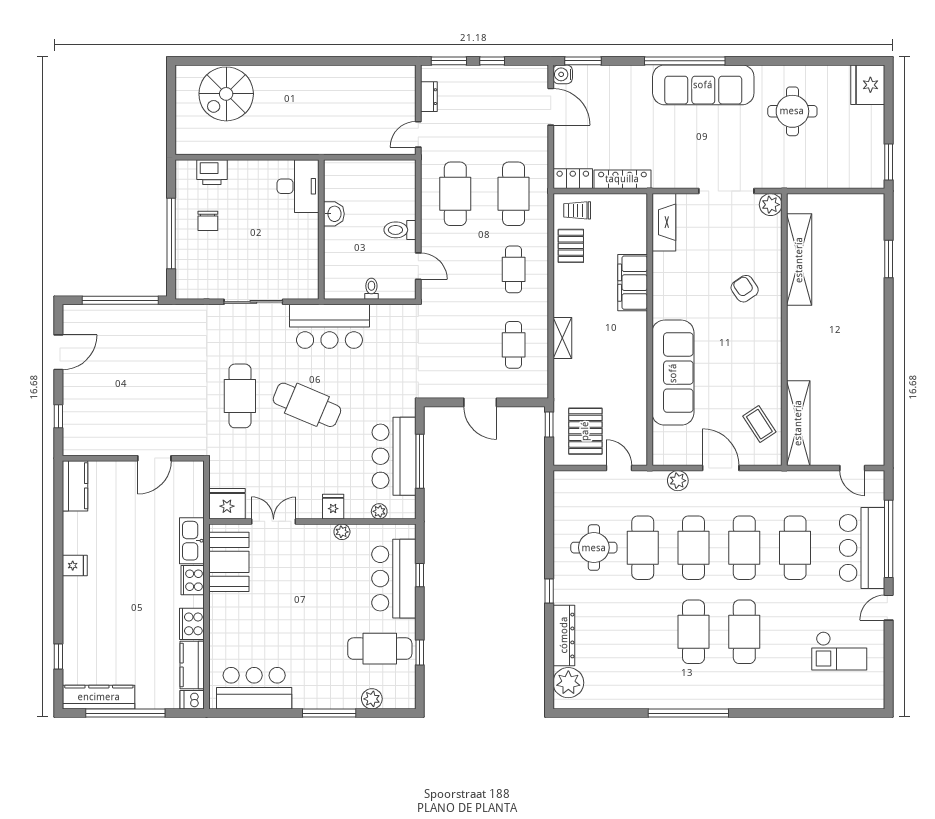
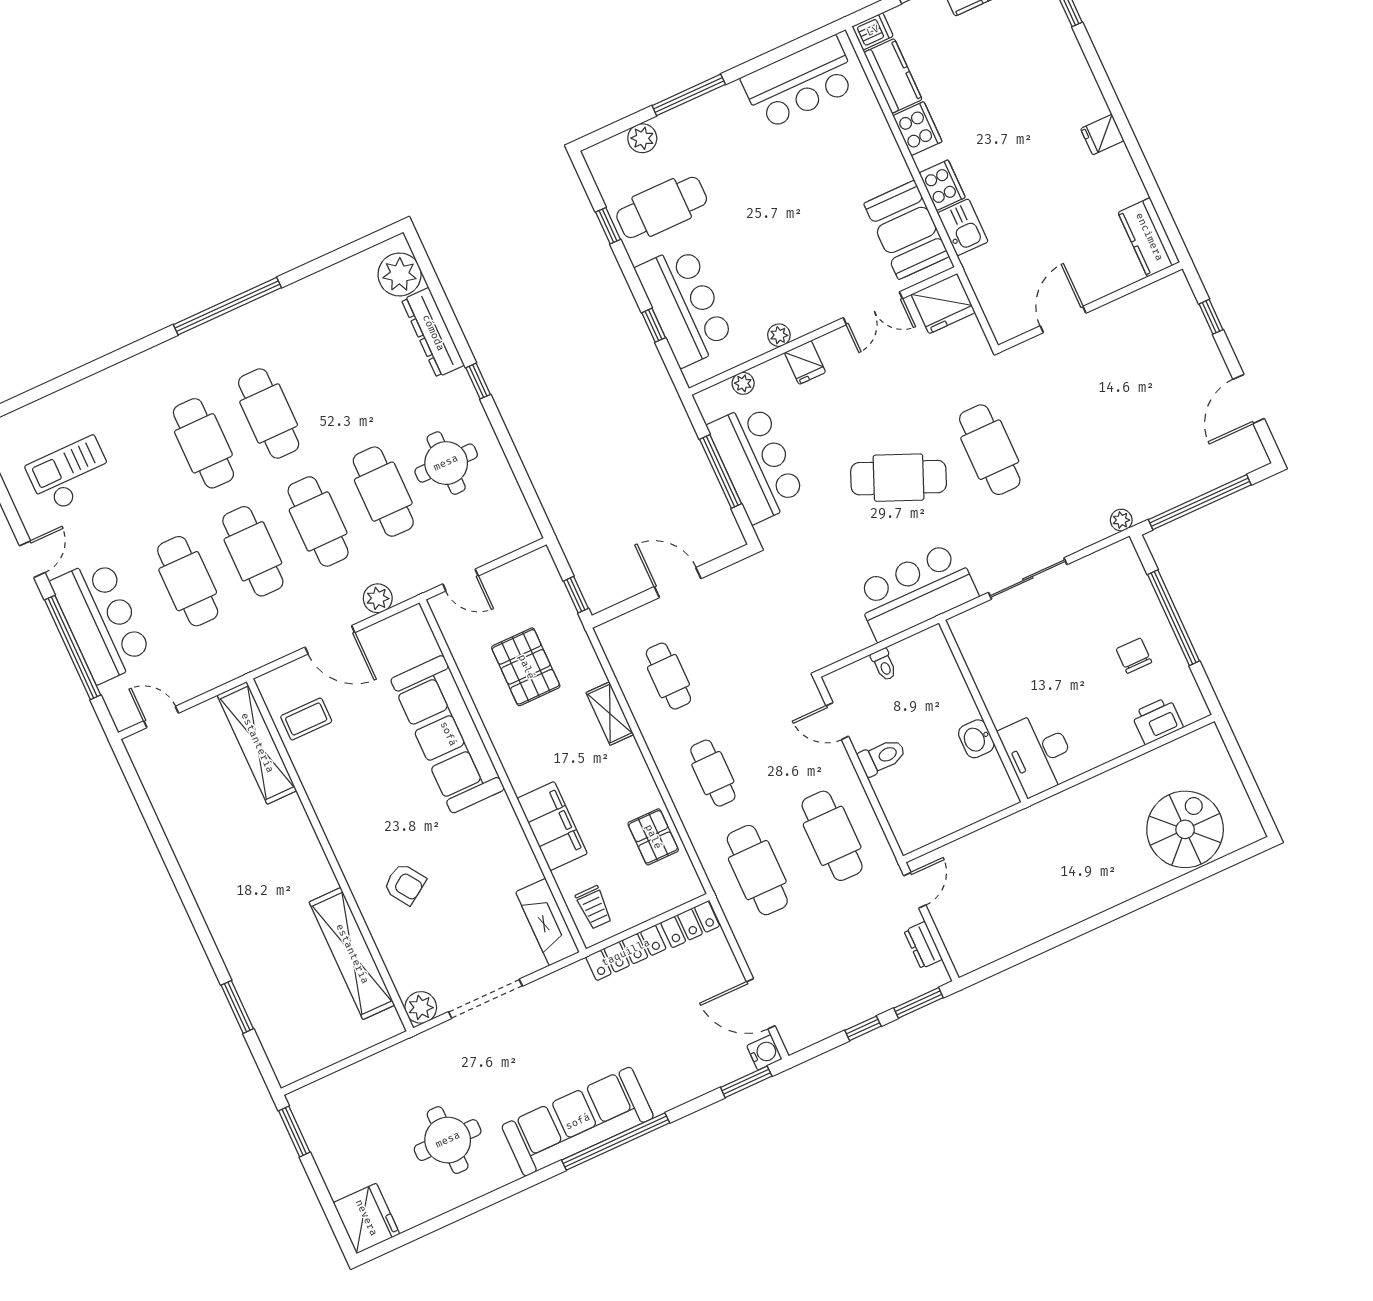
trolley: (577, 210) -> (594, 907), moved, turned 90
plant: (176, 312) -> (1121, 520), added
coffee table: (759, 424) -> (306, 719), turned -57
pallet: (585, 431) -> (526, 667), moved
kitchen sink: (192, 541) -> (963, 227), width x0.73

